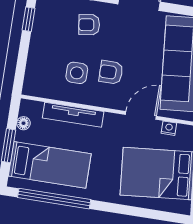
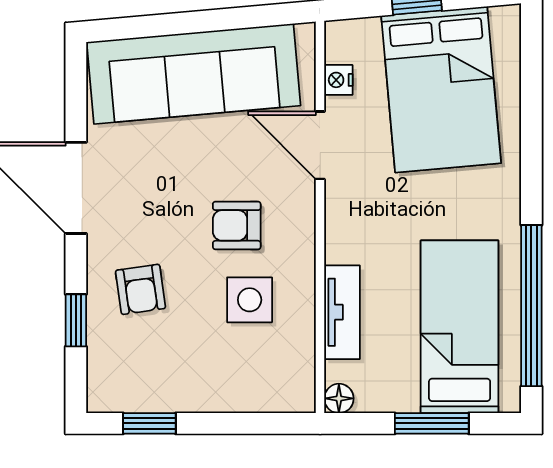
armchair: (111, 72) -> (237, 225), turned 90
tv unit: (73, 115) -> (342, 312), width x0.71
floor lamp: (24, 123) -> (339, 398), moved

